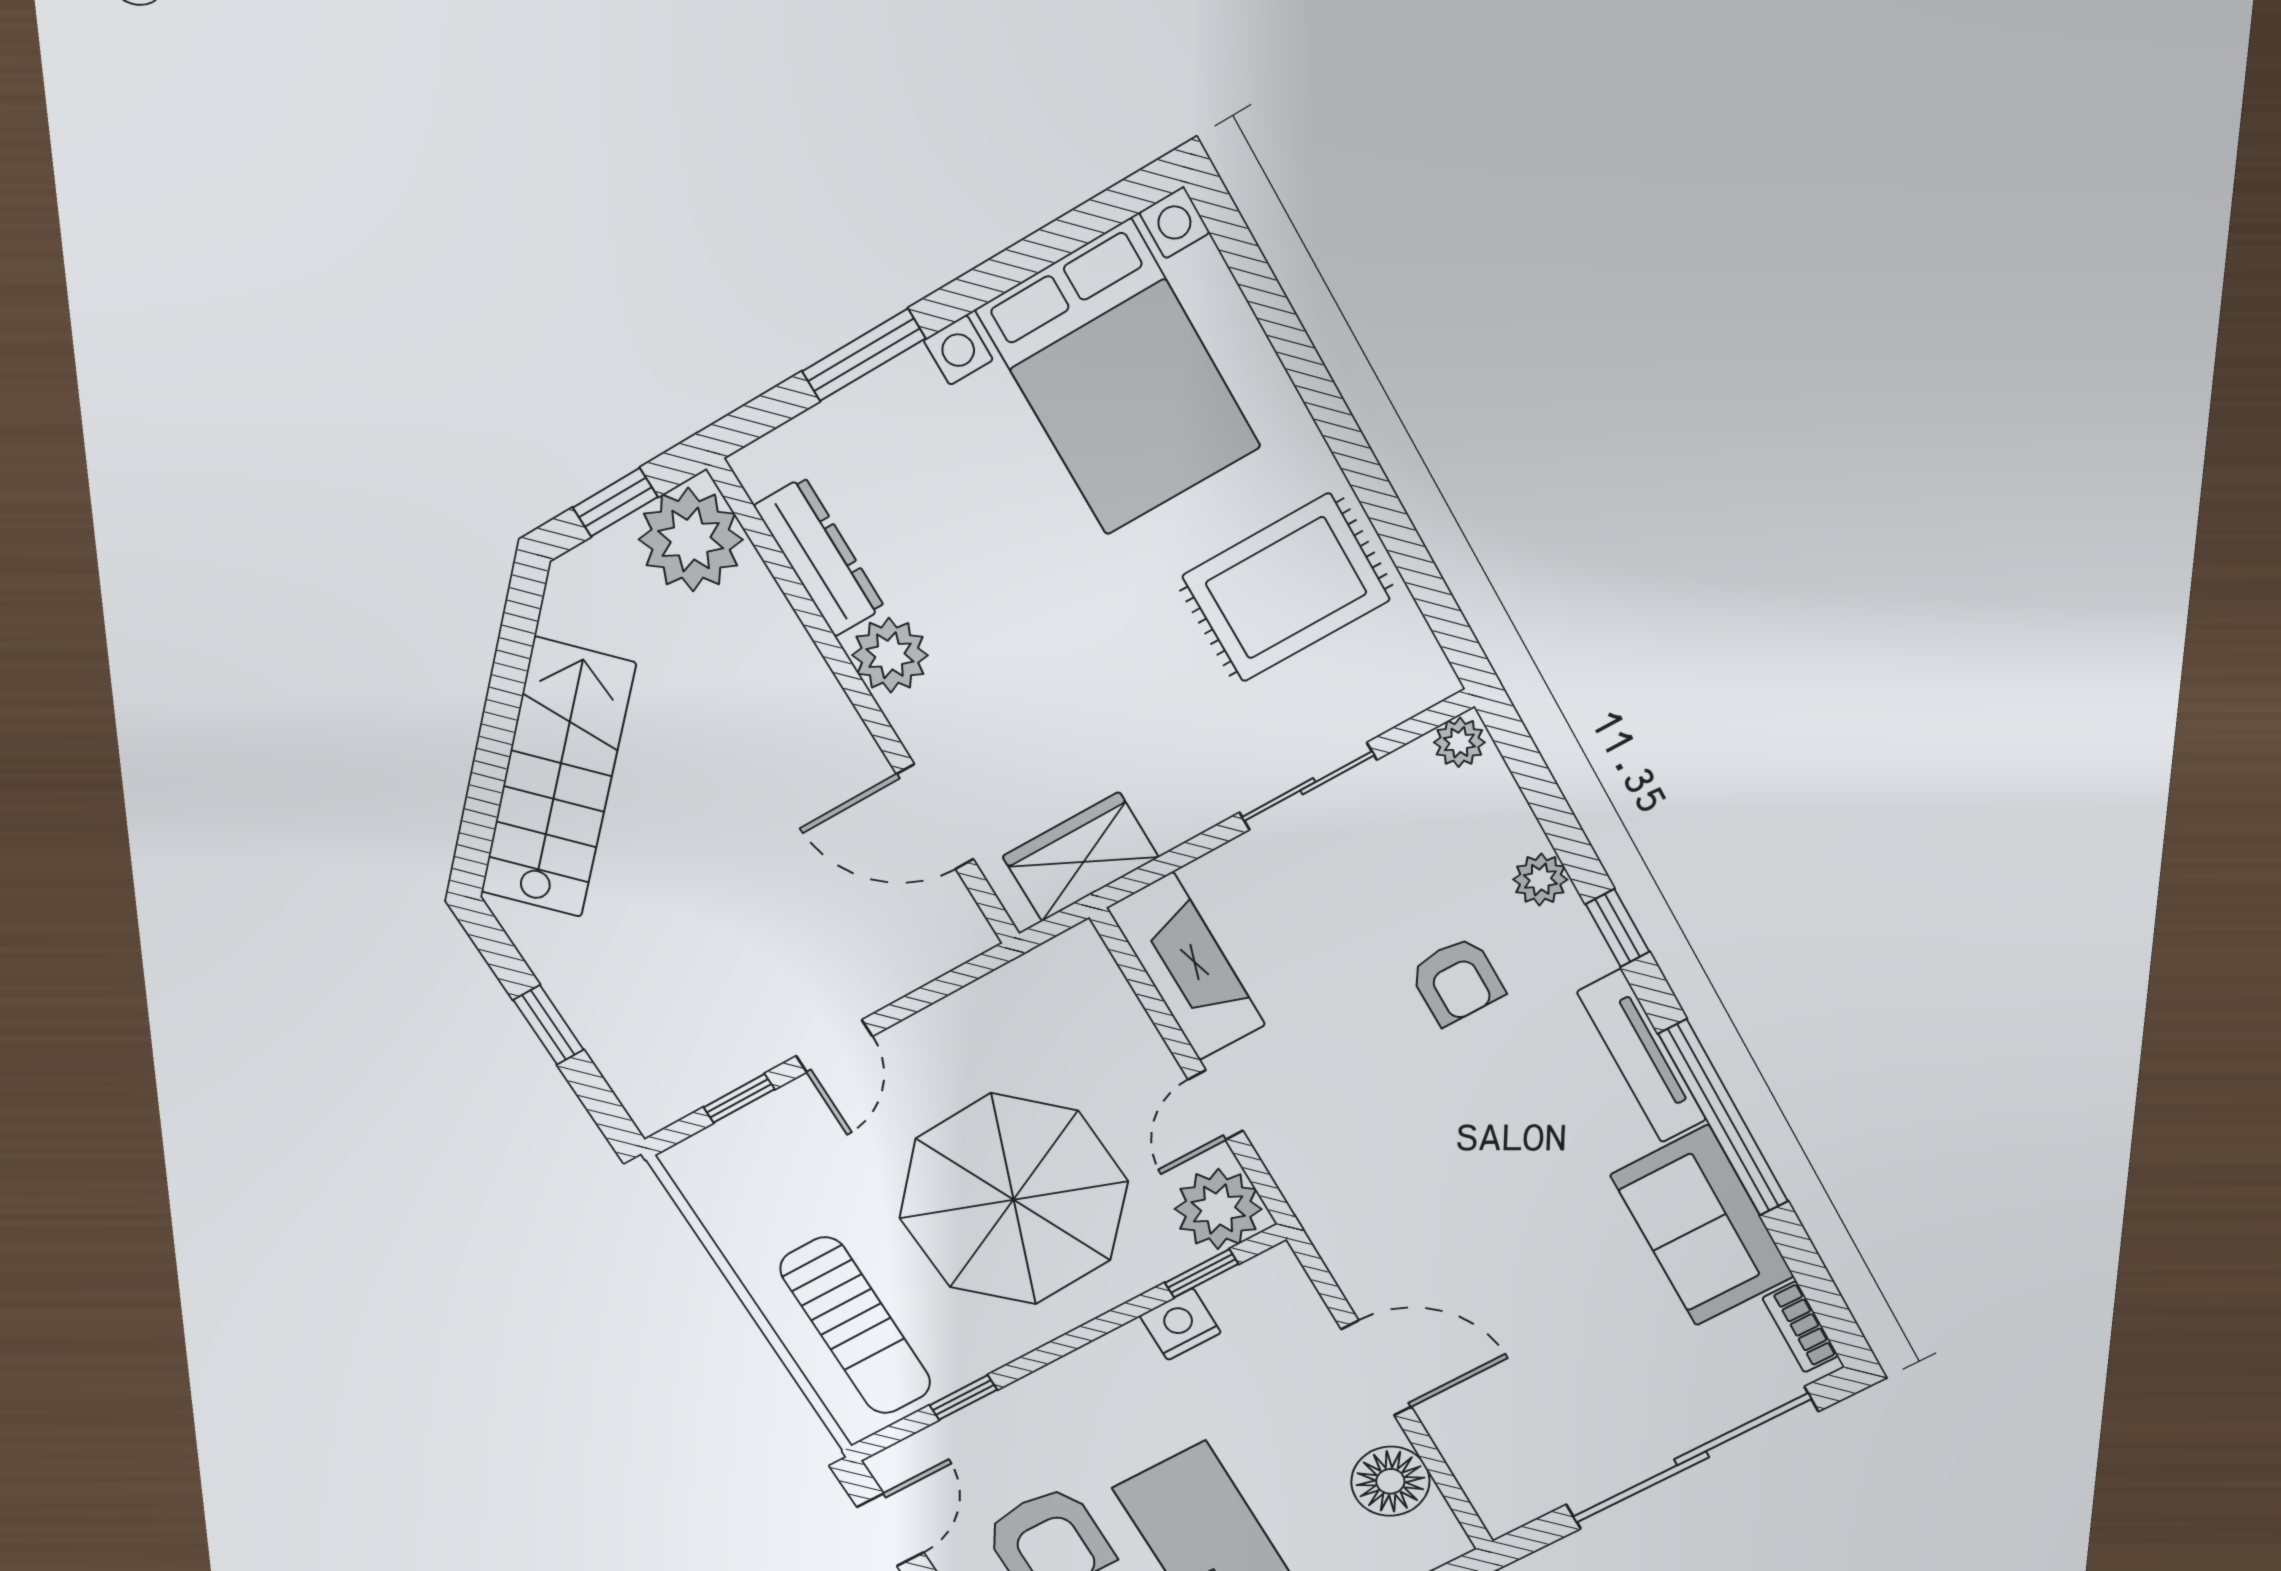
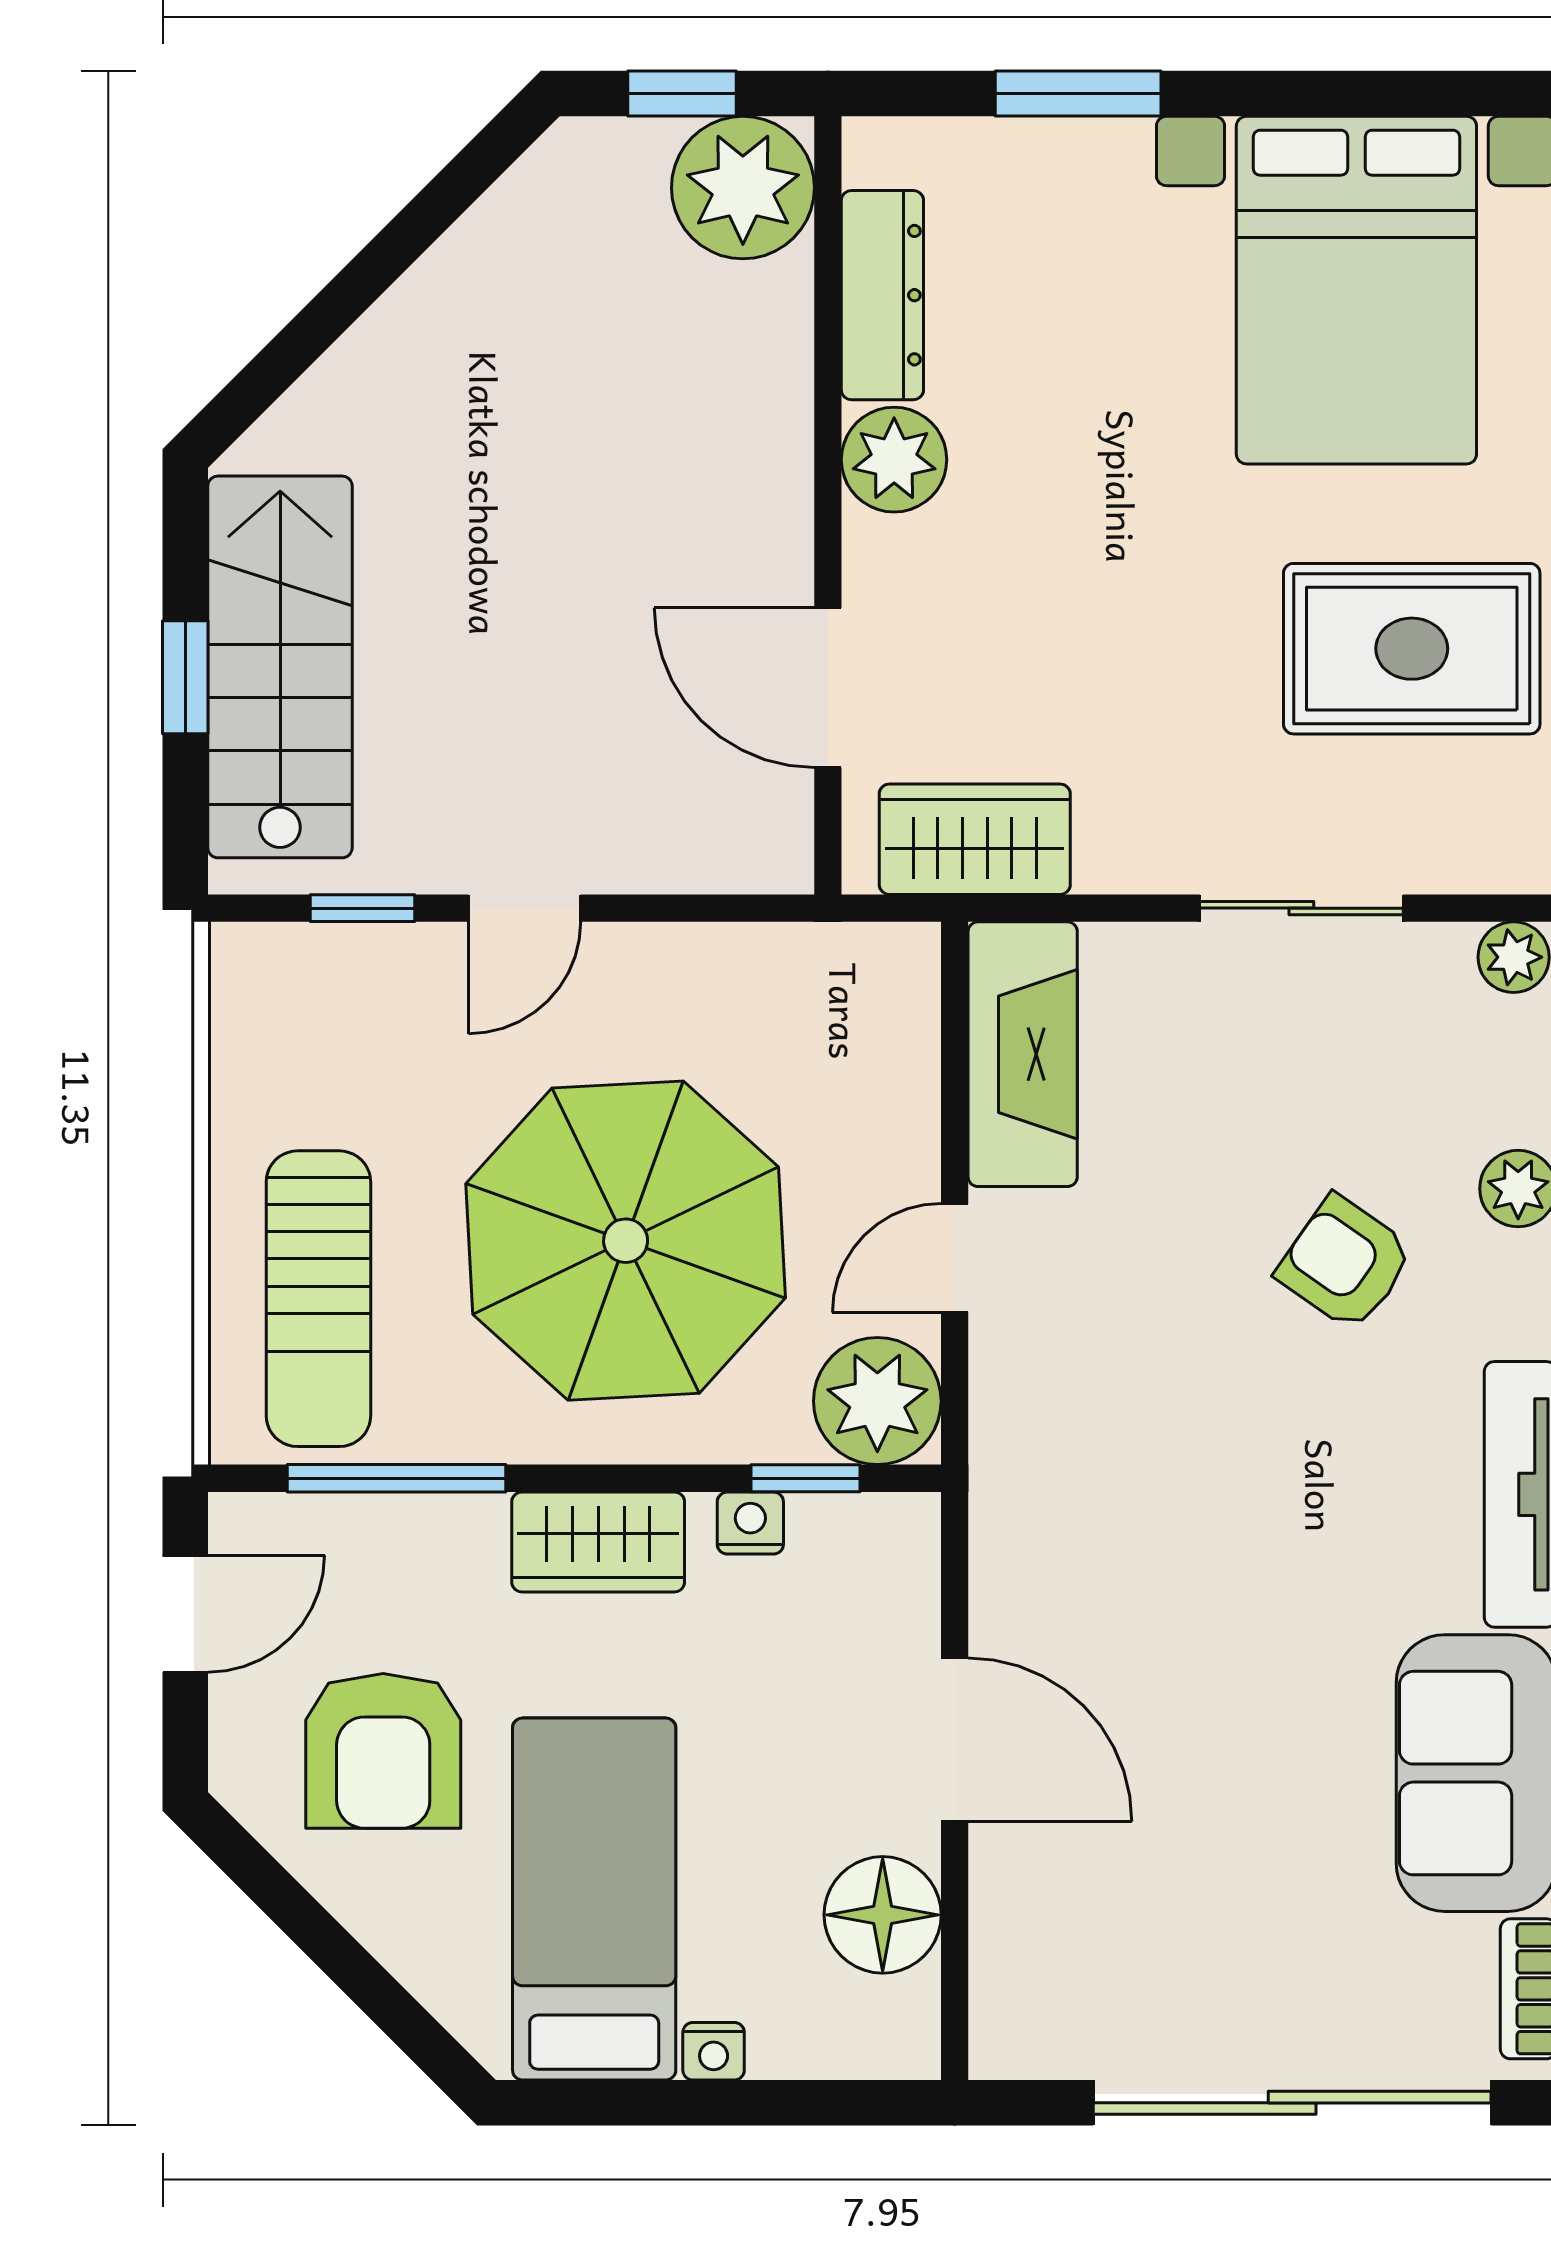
stairs: (558, 778) -> (280, 667), moved, turned -45
armchair: (1457, 981) -> (1345, 1263), turned 125
nightstand: (1180, 1324) -> (750, 1523), width x0.72, depth x0.74
wardrobe: (1102, 1371) -> (598, 1542), added
window: (963, 1398) -> (396, 1478), width x2.17

